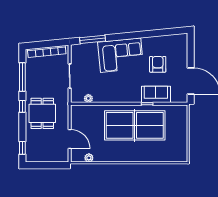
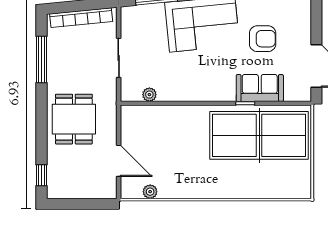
armchair: (158, 64) -> (263, 39), turned 90
window: (22, 106) -> (41, 108), removed
table tennis table: (135, 125) -> (259, 135), moved

